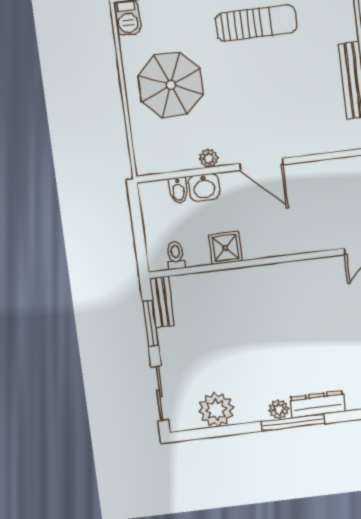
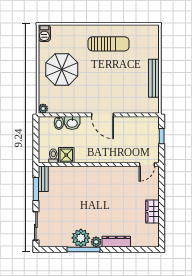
plant: (209, 158) -> (43, 109), moved
shower: (225, 248) -> (66, 155), moved
plant: (216, 410) -> (81, 238), moved
window: (293, 423) -> (83, 250), moved

